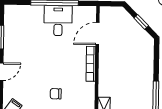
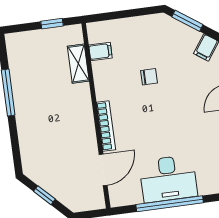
desk: (58, 21) -> (168, 179), width x1.37

